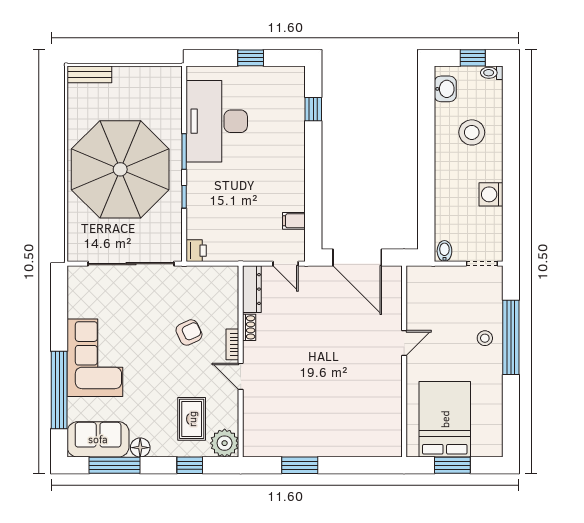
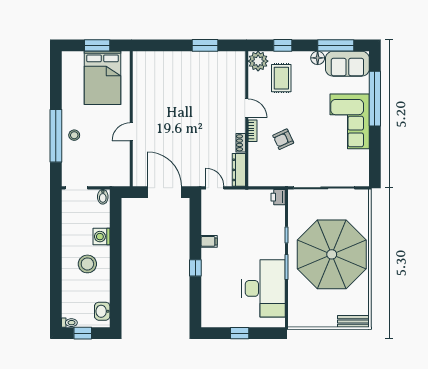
window: (313, 109) -> (195, 268), moved
stool: (472, 132) -> (87, 264), moved
washing machine: (491, 194) -> (102, 237), moved, turned 180
filing cabinet: (294, 221) -> (209, 241), moved

